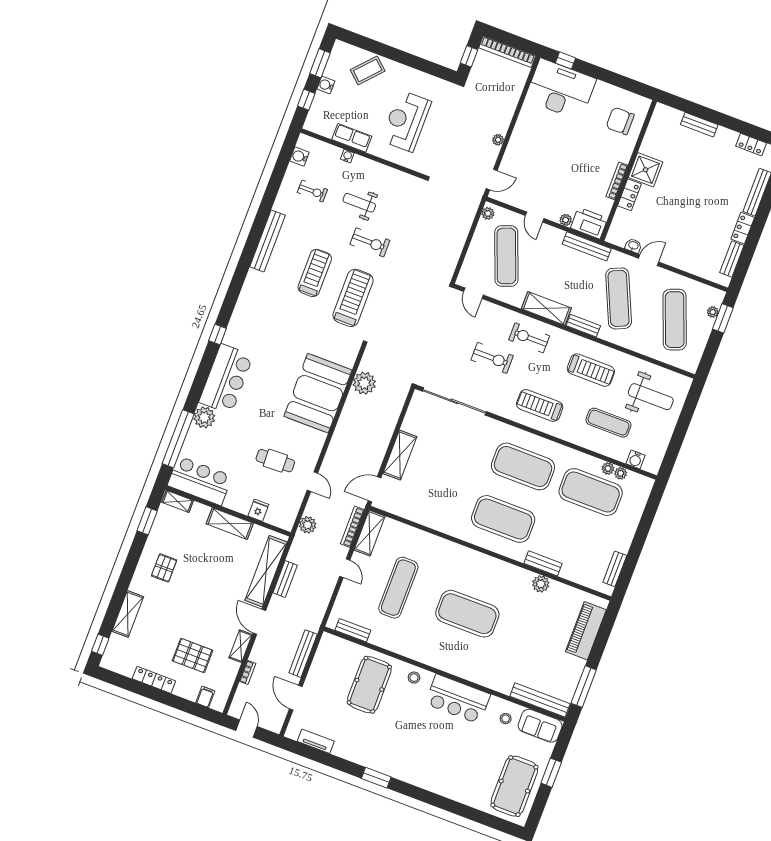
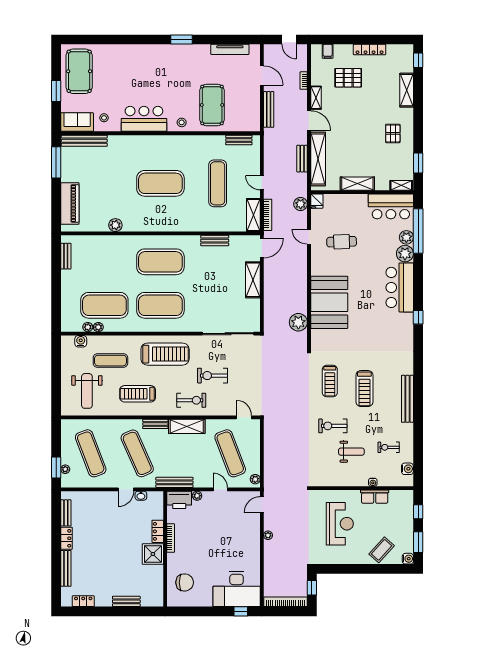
water cooler: (326, 85) -> (408, 559), moved
treadmill: (353, 298) -> (330, 381), width x0.73, depth x0.73
weight bench: (651, 397) -> (87, 391), turned -90
treadmill: (540, 405) -> (165, 354), width x1.37, depth x1.38
plant: (195, 436) -> (406, 237), added
fridge: (258, 510) -> (317, 201), moved
bench: (543, 563) -> (215, 241), moved
tv unit: (316, 741) -> (230, 49), width x1.41

